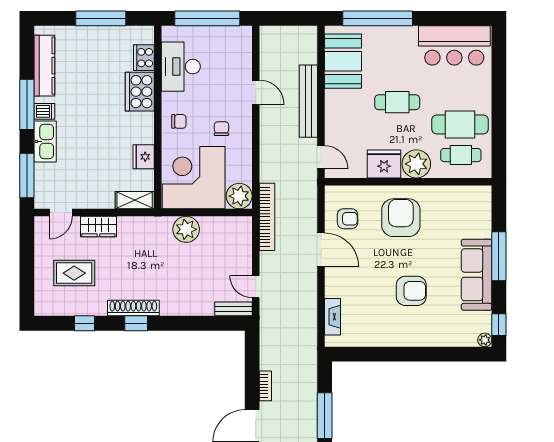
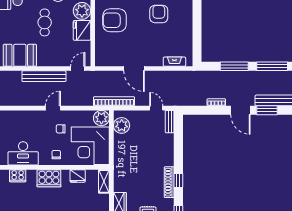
cooker: (140, 92) -> (49, 178), moved
door: (256, 92) -> (53, 108), moved
armchair: (348, 219) -> (115, 53), removed
plant: (186, 229) -> (122, 125), moved
door: (321, 250) -> (134, 69), swing flipped
door: (256, 287) -> (156, 108), swing flipped

